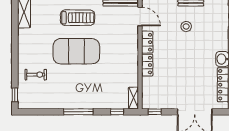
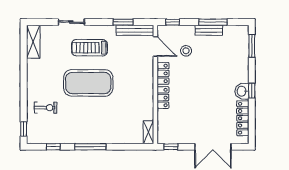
treadmill: (77, 18) -> (90, 48), turned 180
stool: (186, 26) -> (186, 51), moved
window: (117, 112) -> (53, 147), moved

